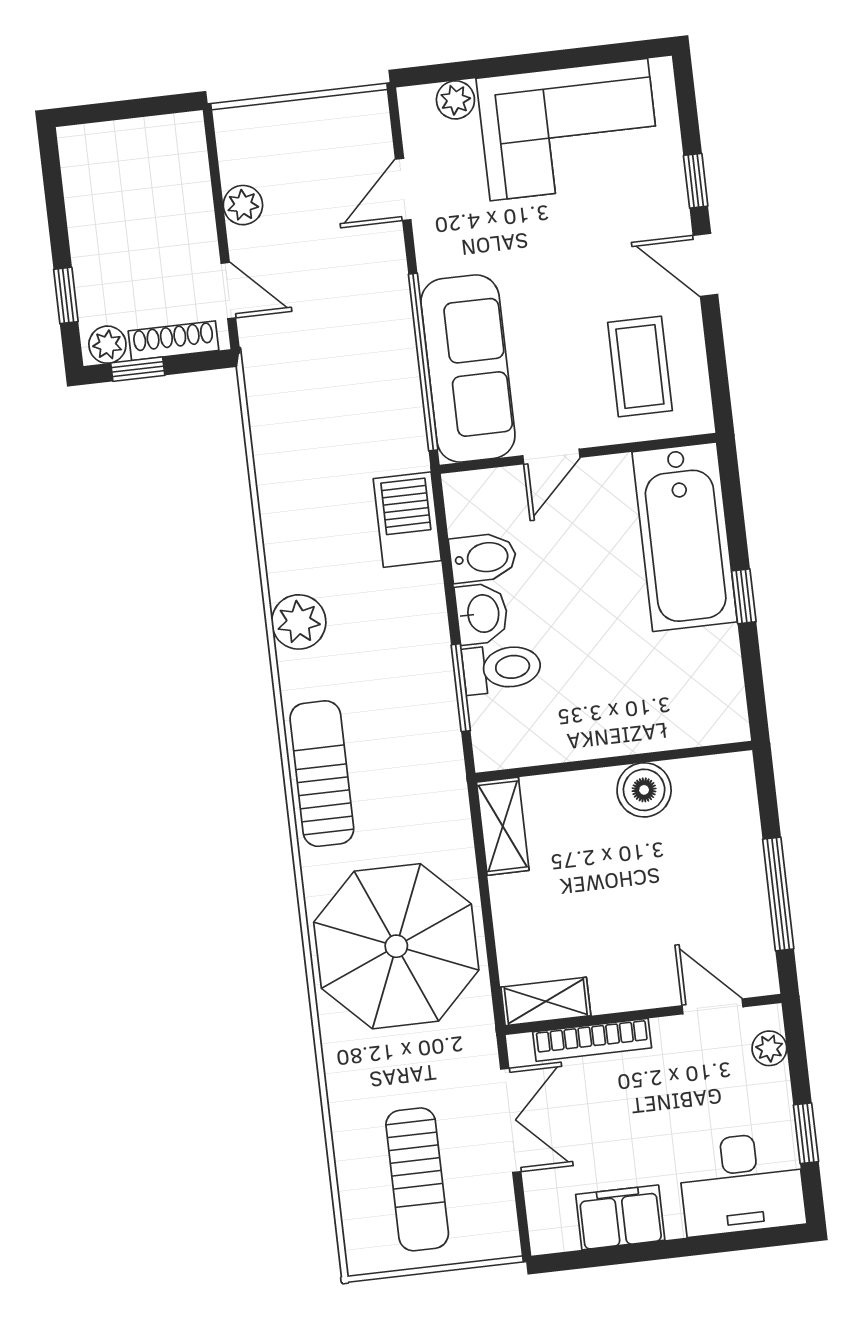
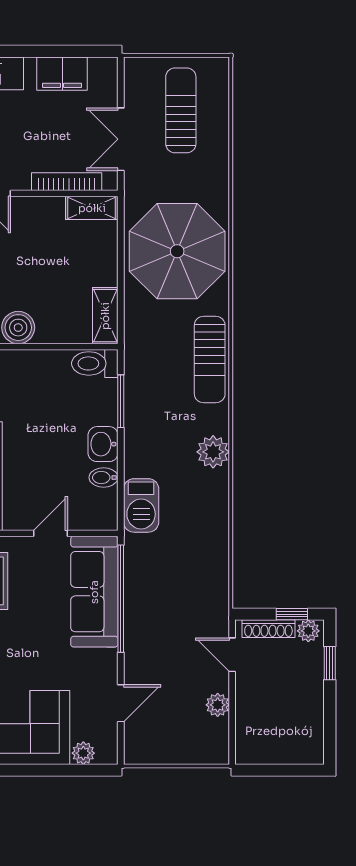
bidet: (483, 558) -> (104, 477), width x0.72, depth x0.74
toilet: (502, 668) -> (95, 363), moved

